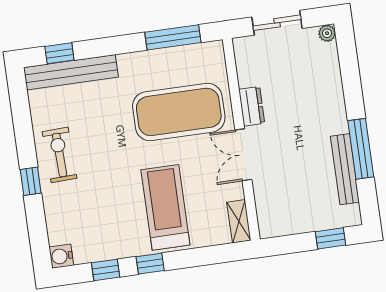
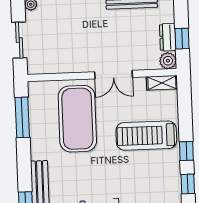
dresser: (252, 106) -> (168, 37), moved, turned -90
plant: (270, 226) -> (168, 61), added
window: (331, 238) -> (182, 39), moved

